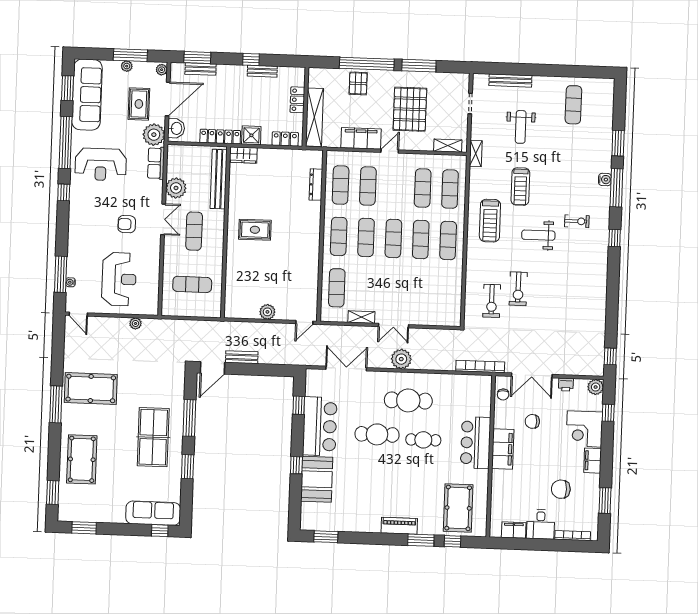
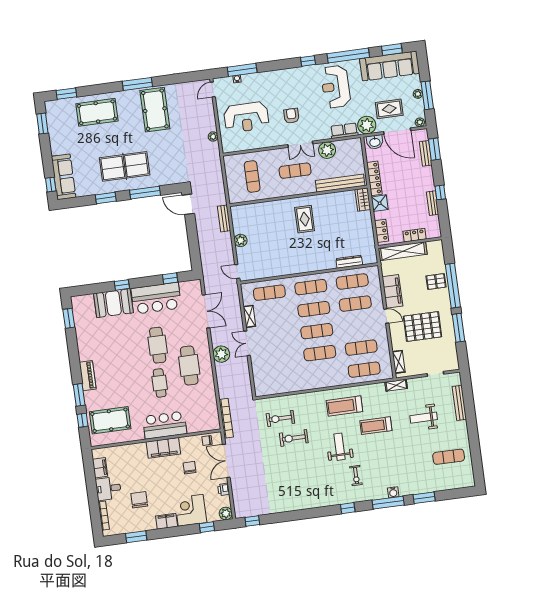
exercise mat: (448, 240) -> (323, 375), removed
bench: (242, 357) -> (224, 218), moved

